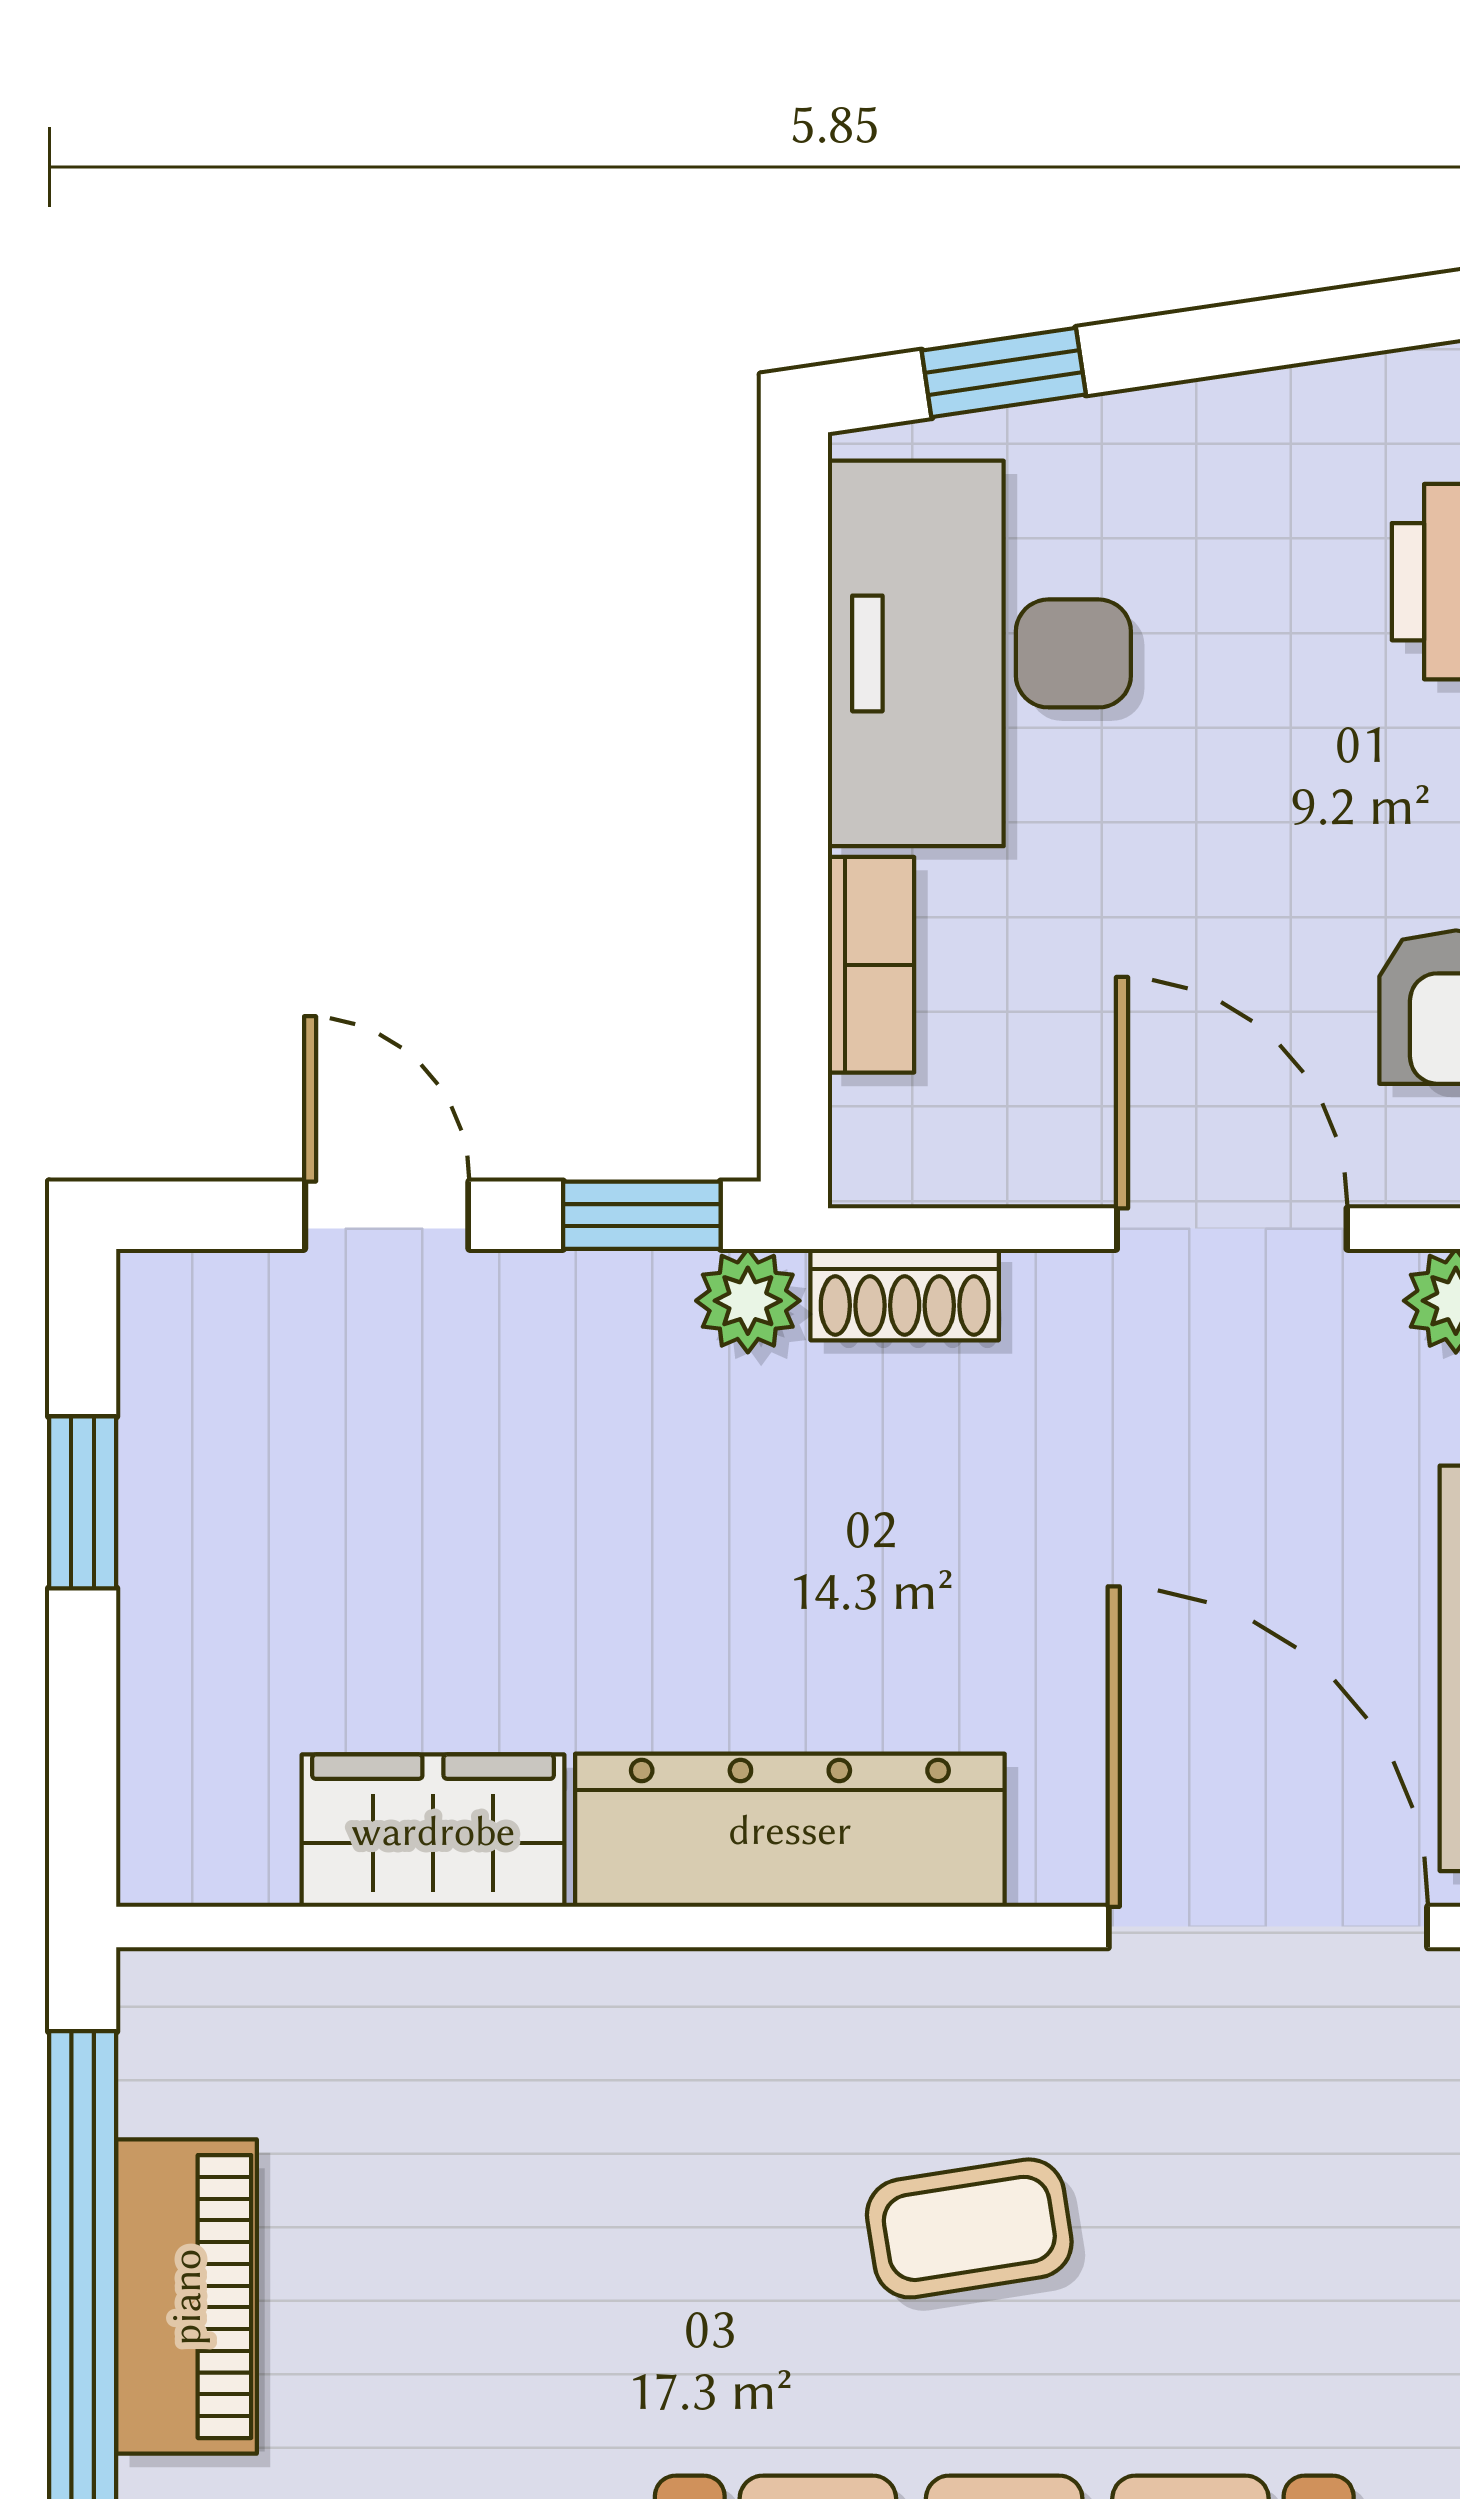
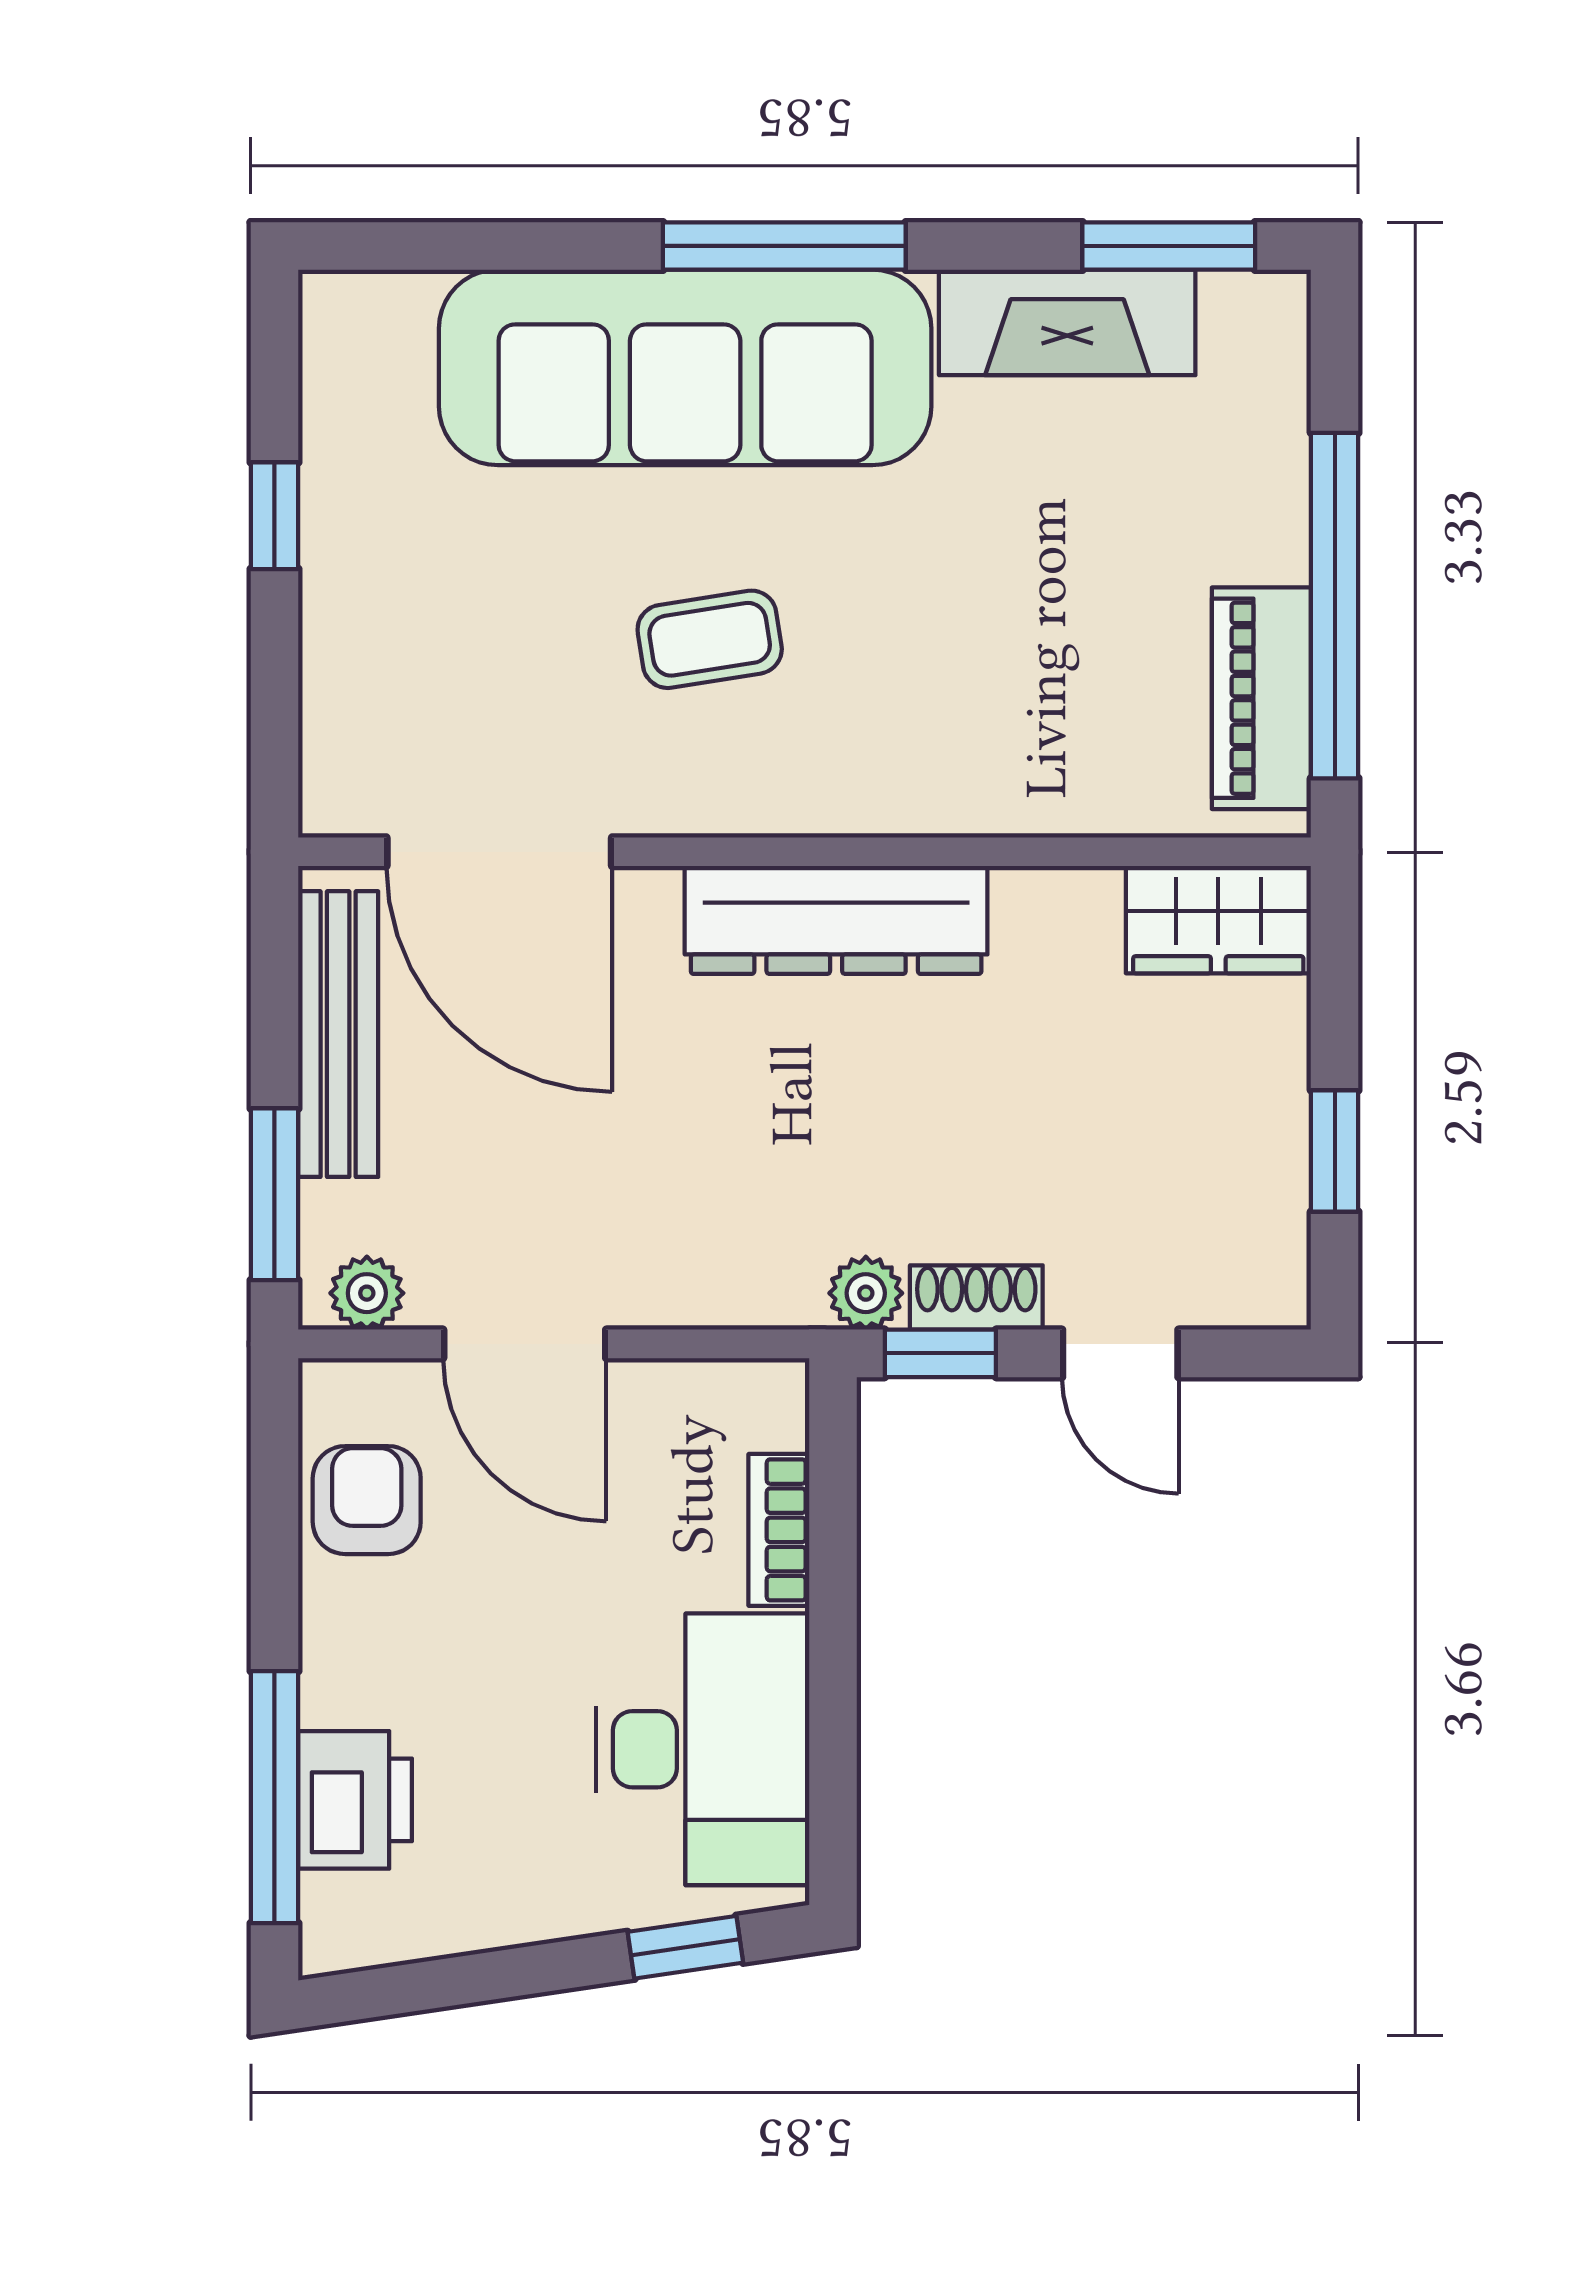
shoe rack: (905, 1295) -> (976, 1297), moved
wardrobe: (433, 1831) -> (1218, 920), moved
piano: (186, 2297) -> (1261, 698), moved

